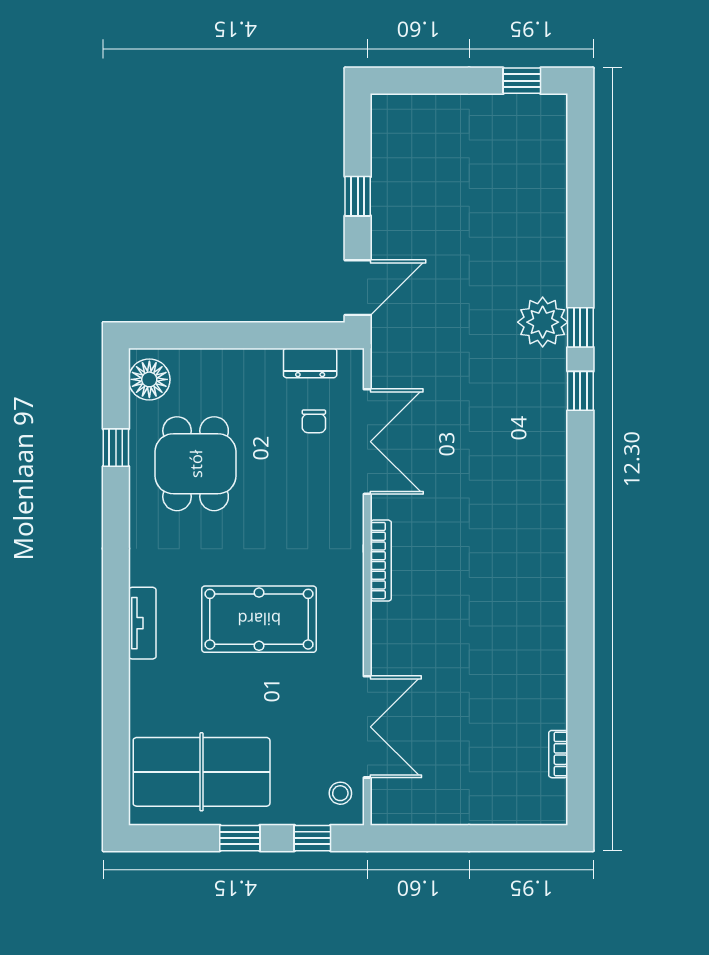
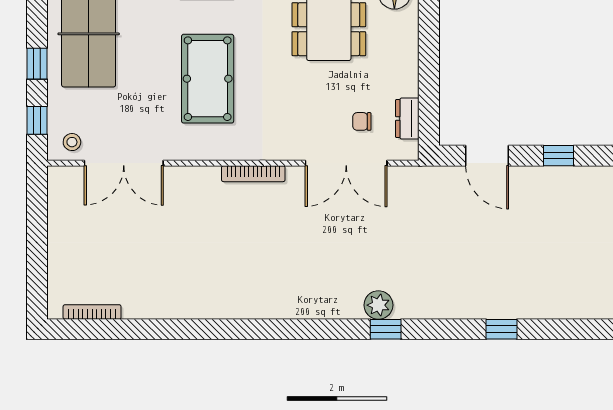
window: (358, 196) -> (559, 156), moved
door: (358, 288) -> (487, 156), moved
plant: (543, 322) -> (378, 305), moved, width x0.73, depth x0.73
window: (580, 327) -> (501, 329), moved
bookcase: (558, 754) -> (92, 312), width x1.56

